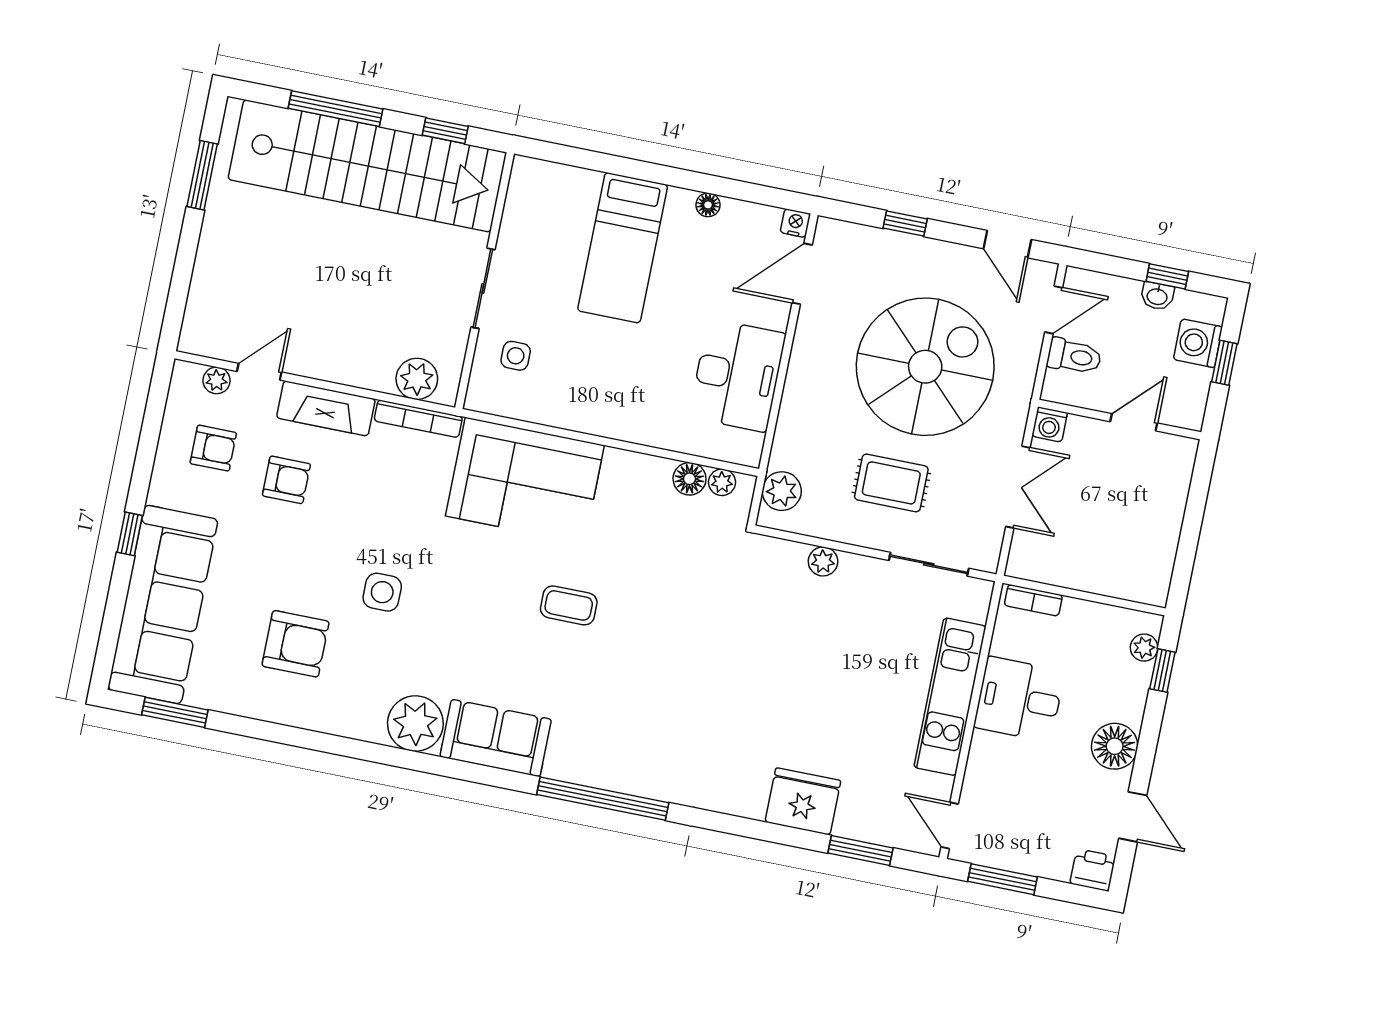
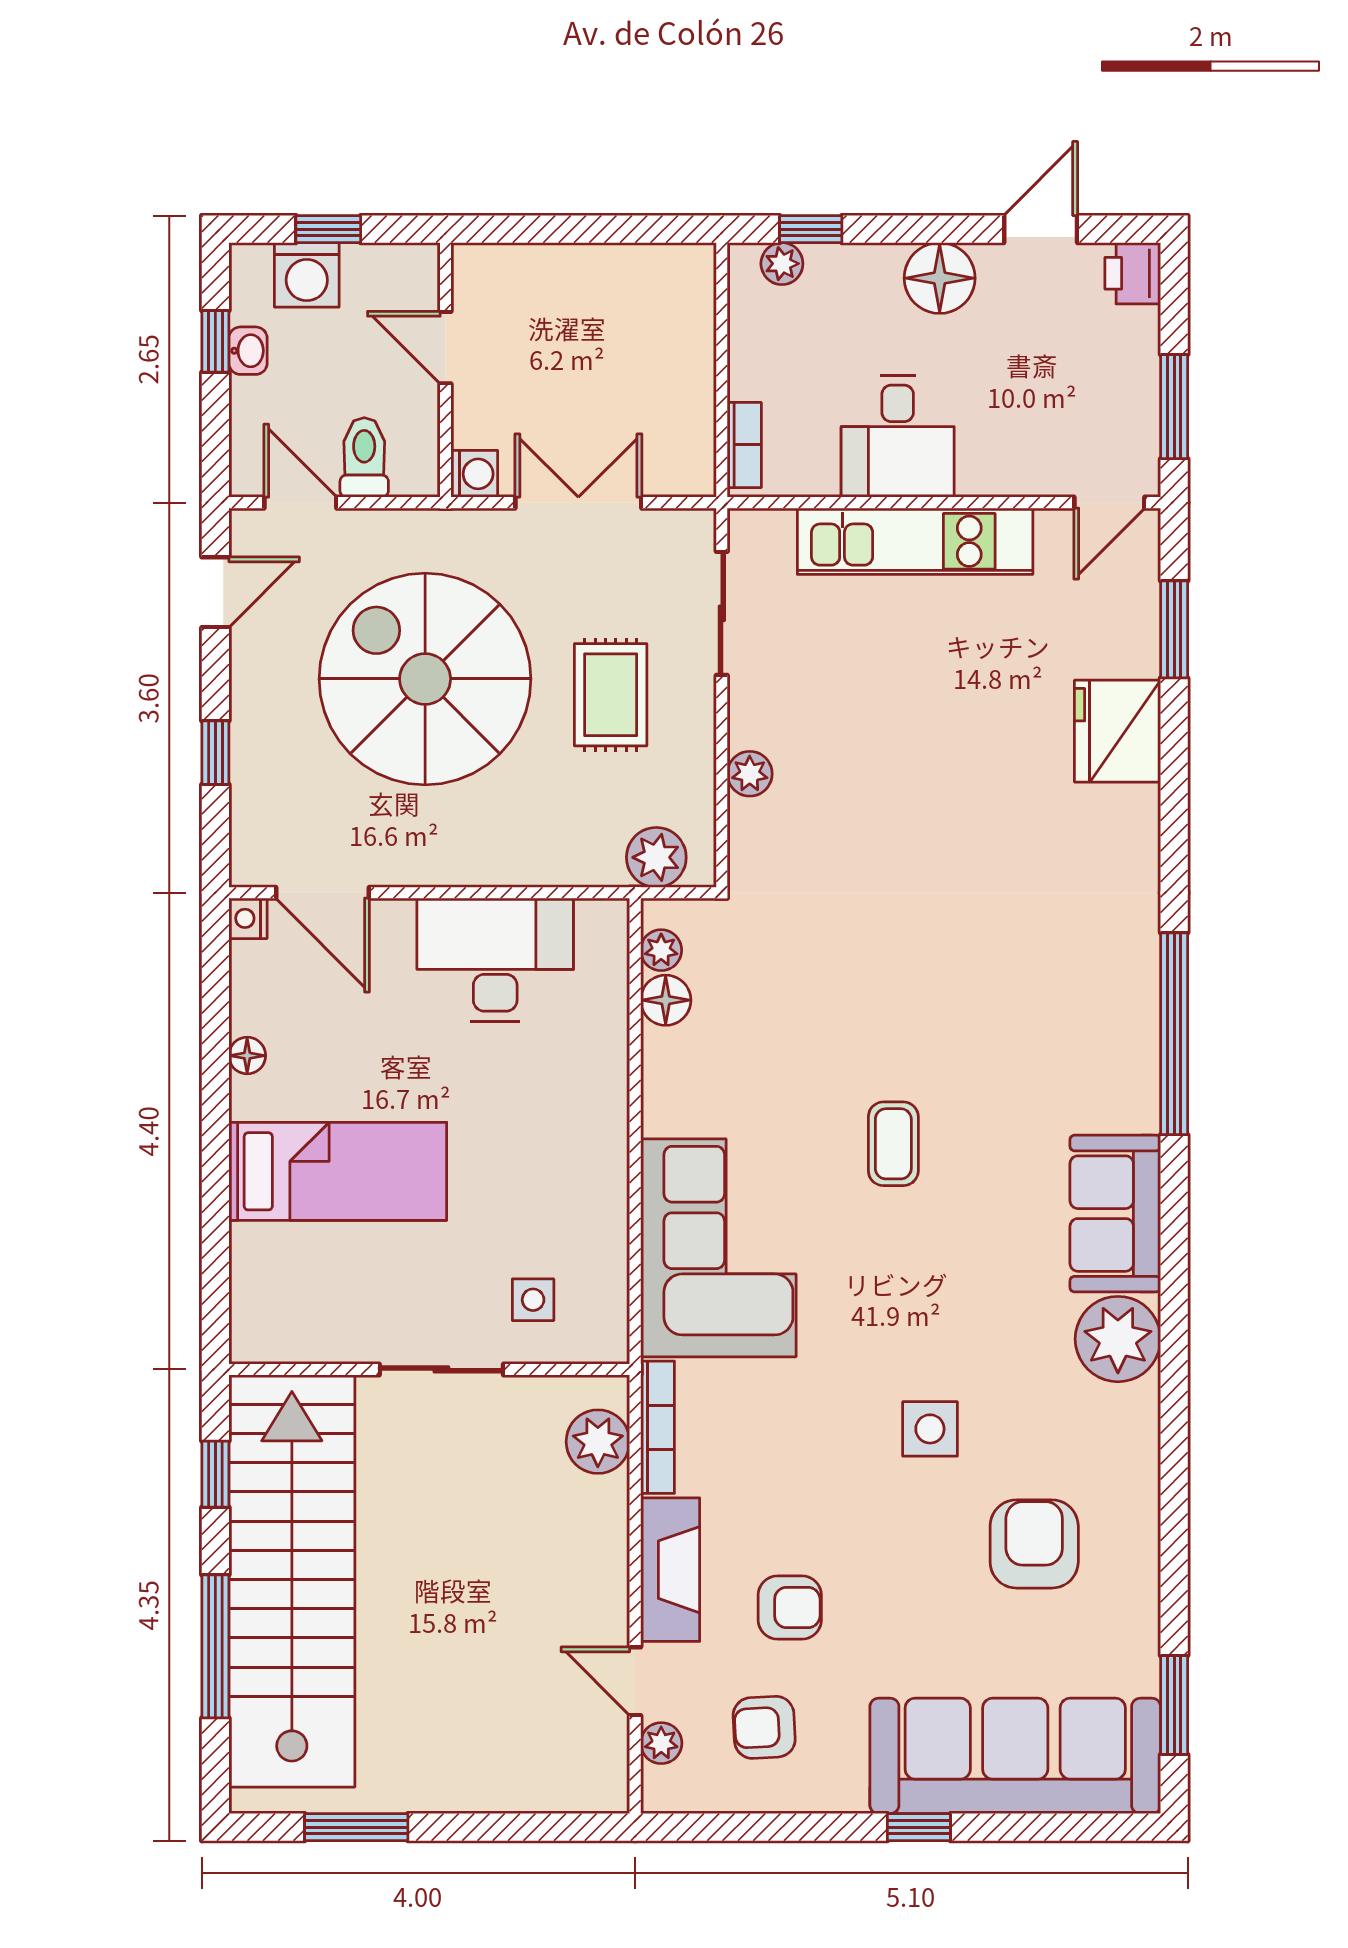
armchair: (213, 448) -> (764, 1727), turned -93
armchair: (286, 480) -> (790, 1607), turned 90

